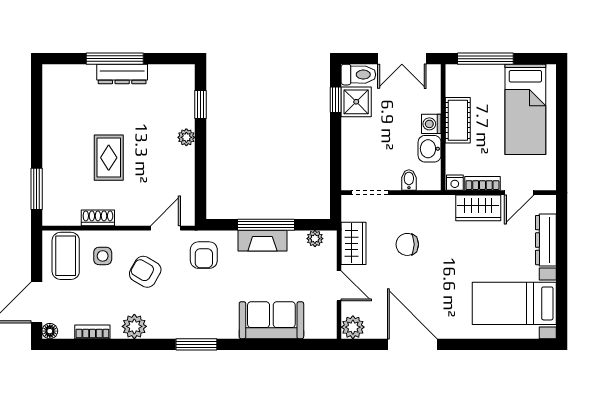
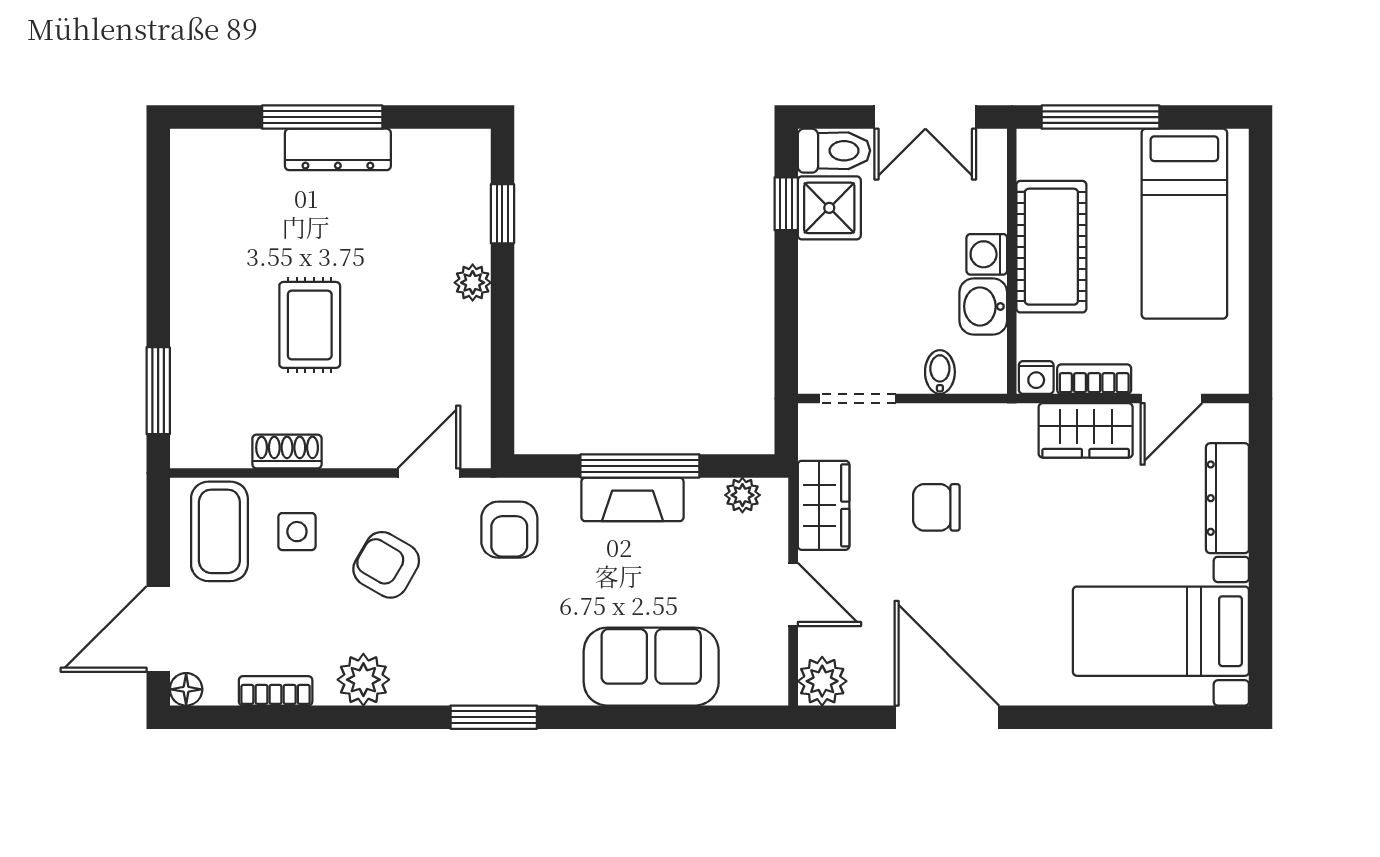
cot: (458, 120) -> (1051, 247), width x1.37, depth x1.34

